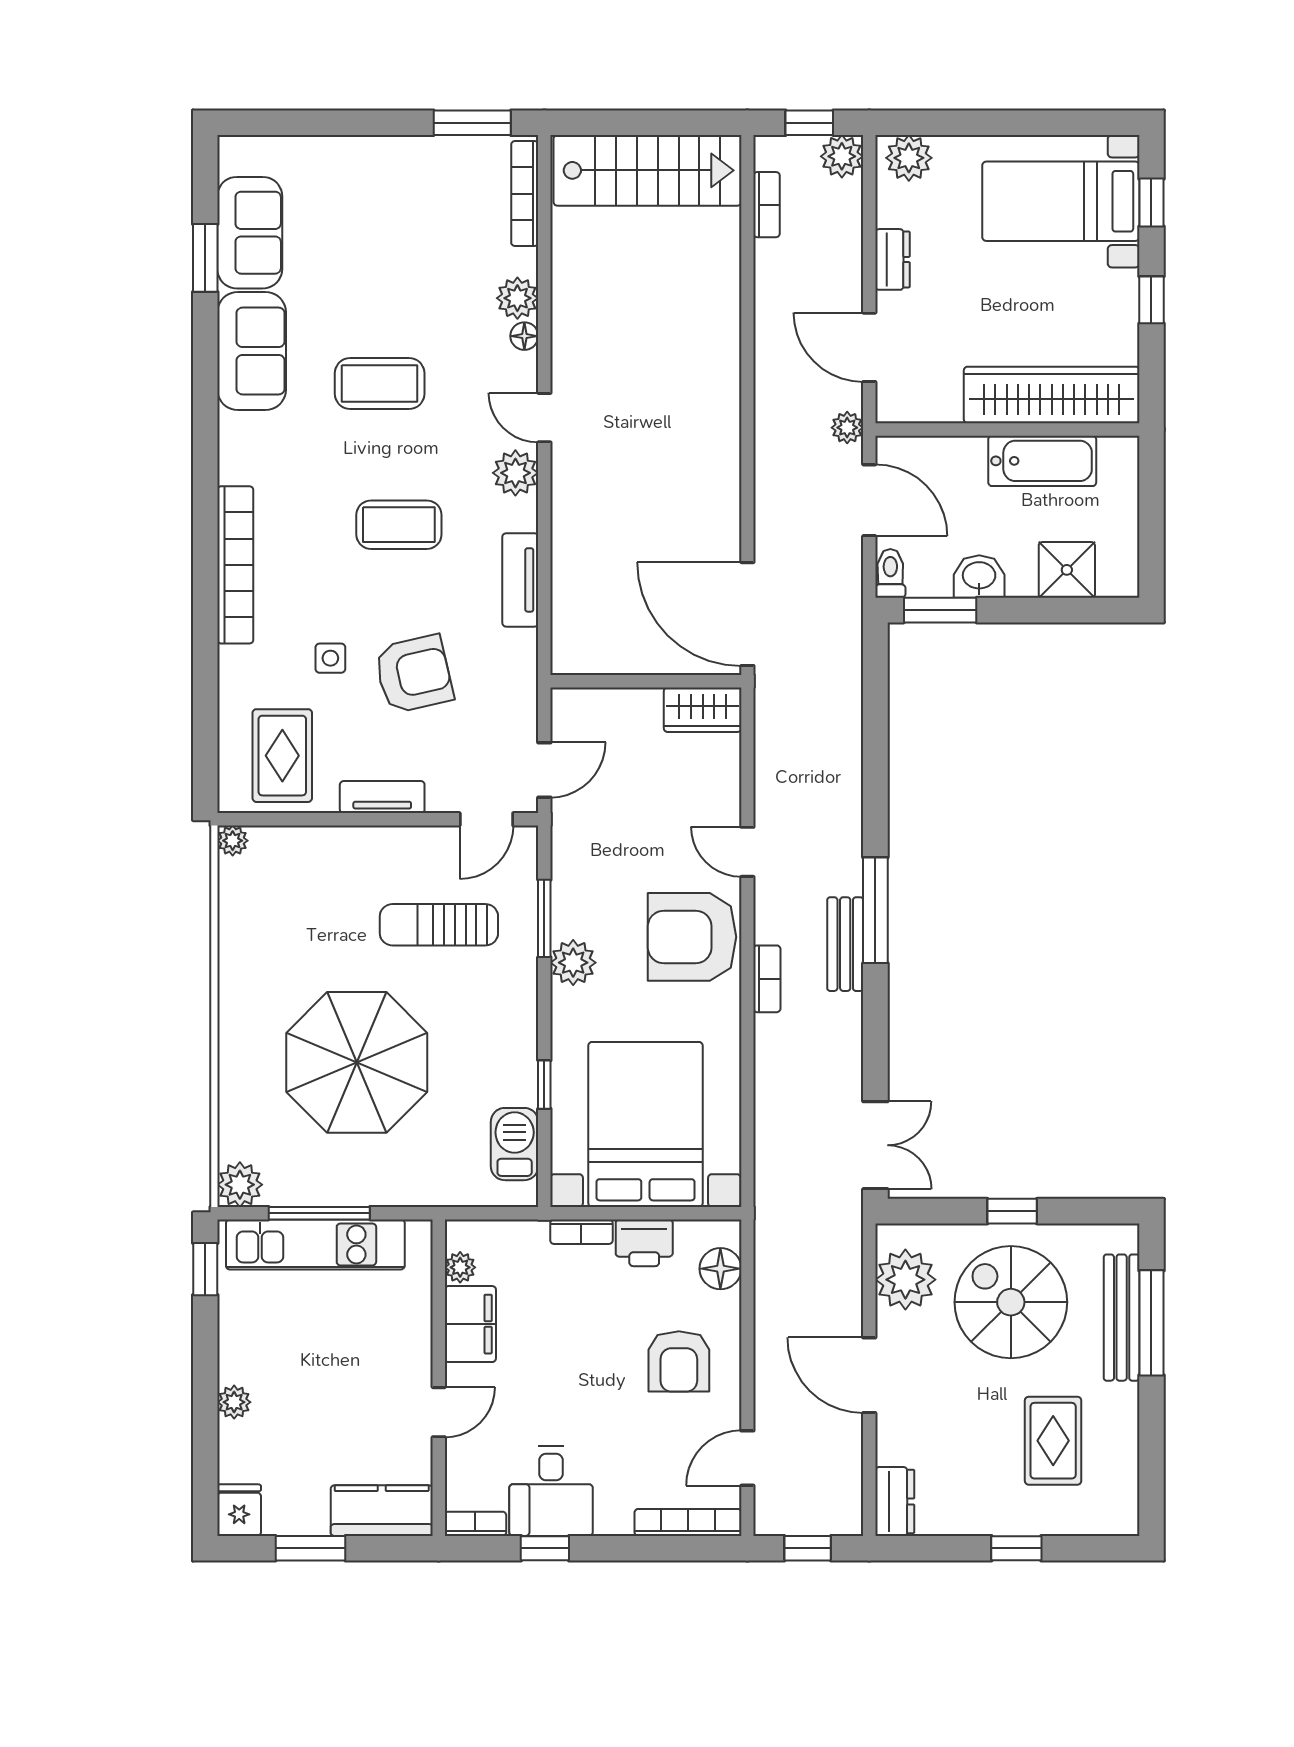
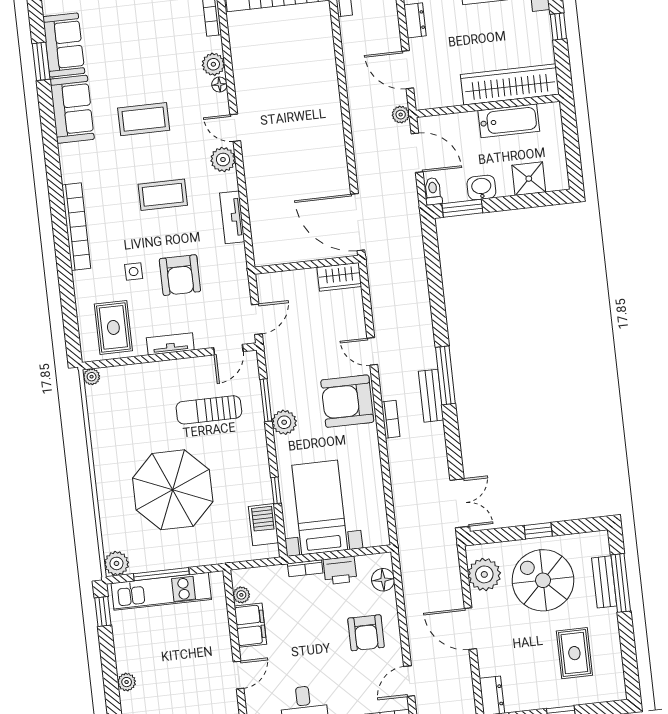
armchair: (414, 674) -> (180, 275), turned 103
bed with nightstands: (645, 1124) -> (320, 507), width x0.73
bench: (1122, 1318) -> (604, 582), width x0.73

